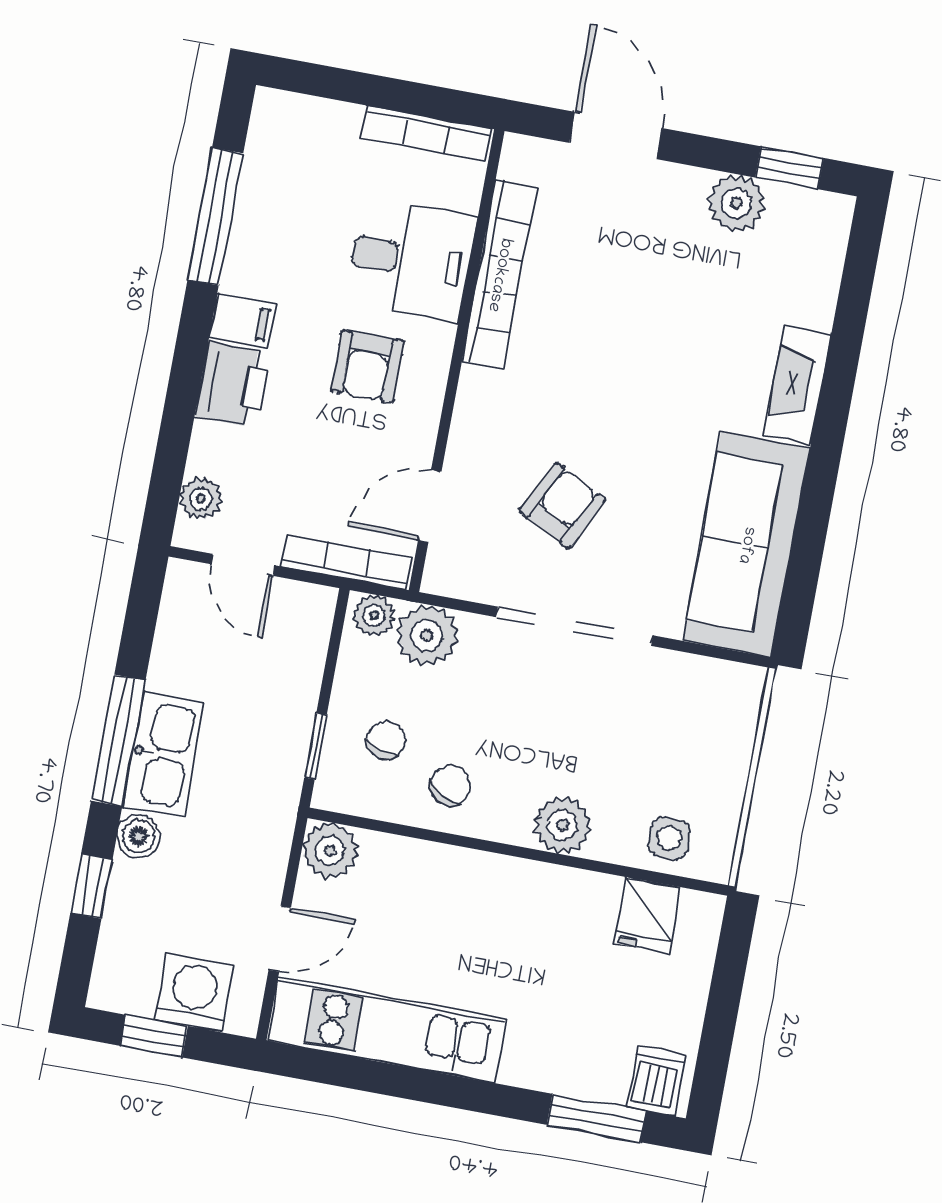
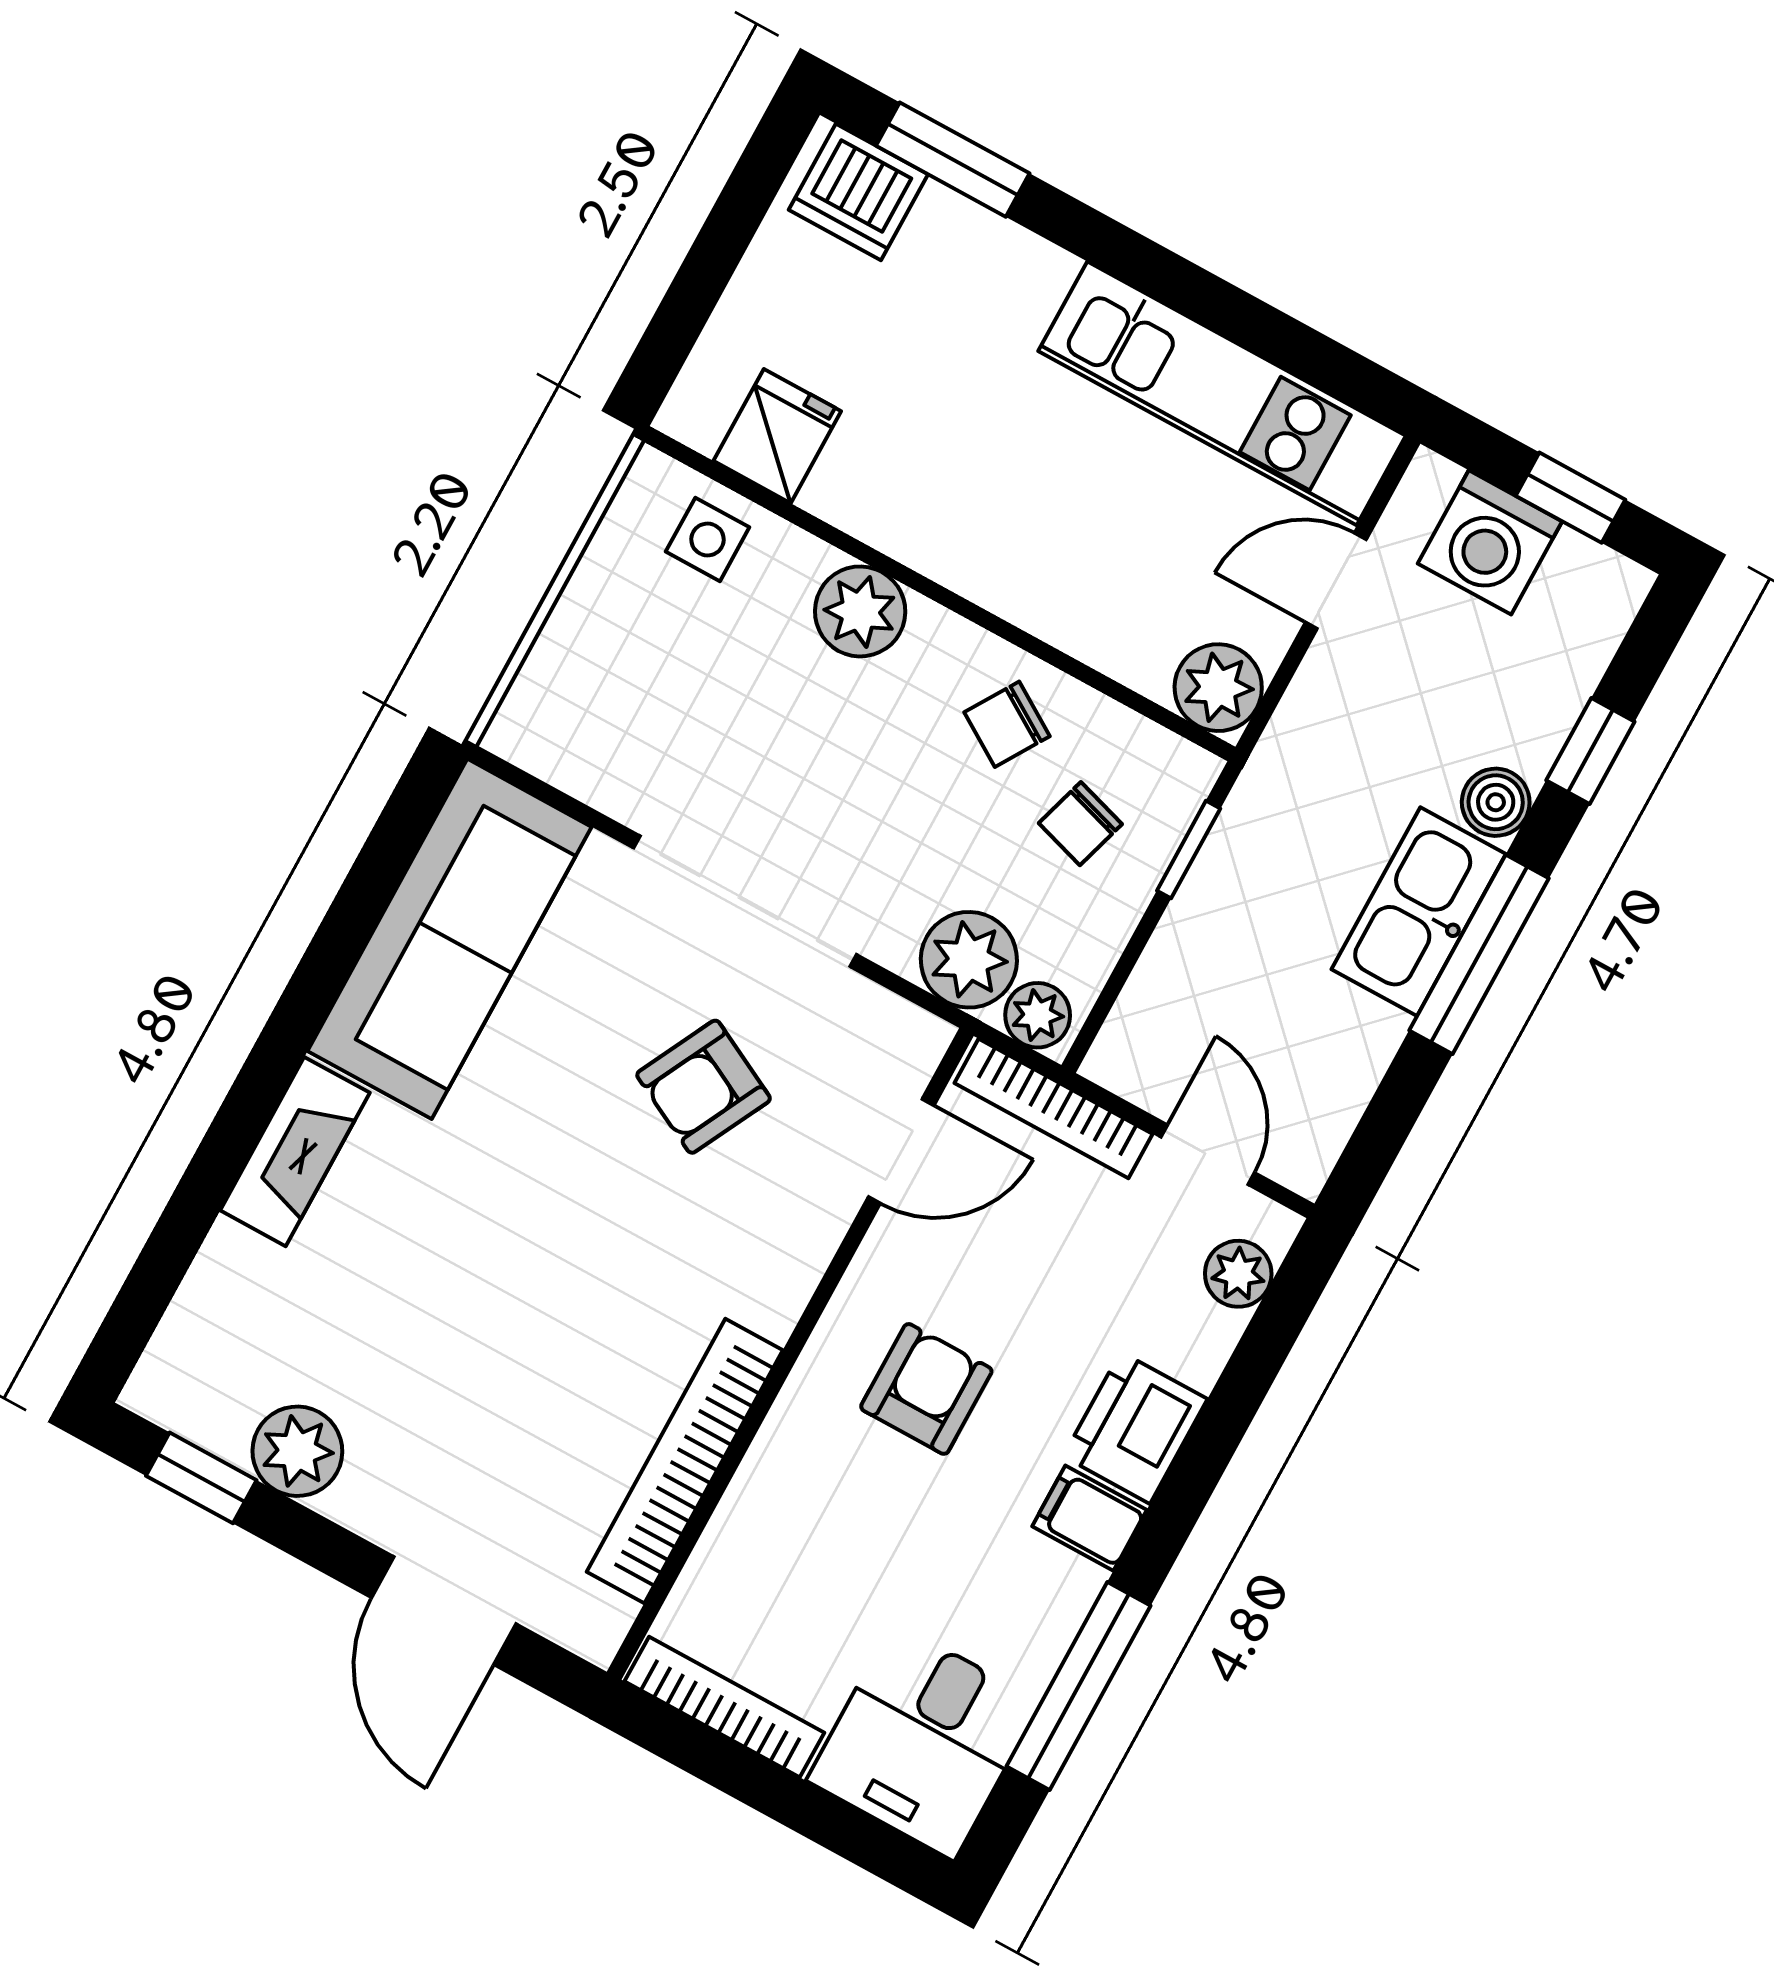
desk: (411, 260) -> (924, 1741), moved, turned -90
dishwasher: (656, 1081) -> (858, 192), width x1.38

